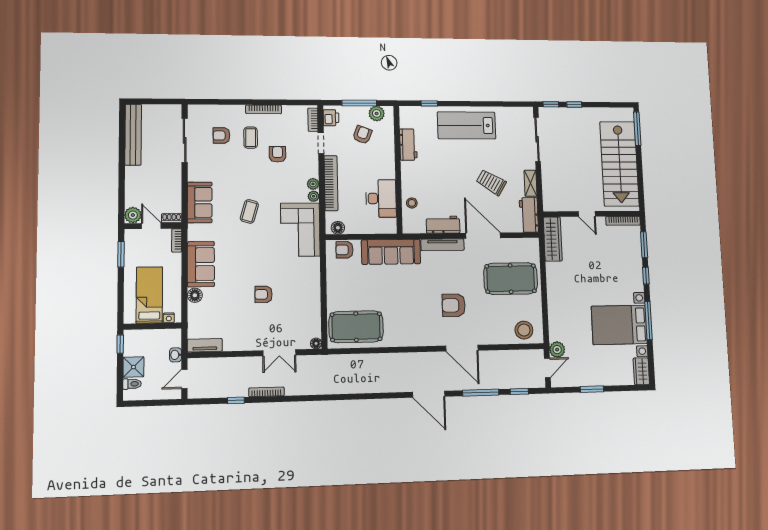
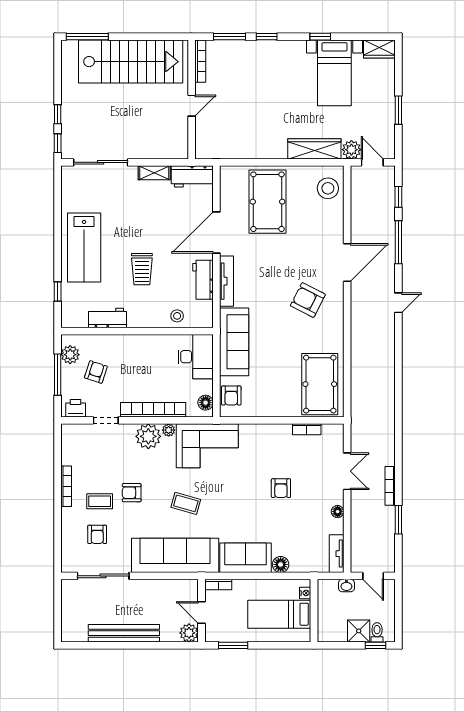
bookcase: (313, 120) -> (307, 429), moved
bench: (133, 135) -> (124, 633), moved
armchair: (362, 135) -> (96, 372), turned 87
armchair: (278, 154) -> (132, 493), moved
trolley: (491, 182) -> (142, 269), moved, turned -31
plant: (313, 184) -> (148, 436), width x1.87, depth x1.87
desk: (381, 198) -> (196, 357), moved, turned 90
sofa: (200, 202) -> (175, 555), width x1.85, depth x1.27
shoe rack: (172, 218) -> (193, 590), removed
door: (151, 226) -> (202, 612), hinge flipped
wardrobe: (553, 239) -> (314, 149), moved
armchair: (454, 305) -> (308, 300), moved, turned 117
window: (649, 321) -> (320, 37), width x0.46
bed with nightstands: (619, 325) -> (334, 73), width x0.73
floor lamp: (316, 343) -> (338, 512), moved
window: (120, 344) -> (376, 645), moved
door: (429, 394) -> (398, 303), width x0.53
window: (236, 400) -> (398, 520), width x1.50

